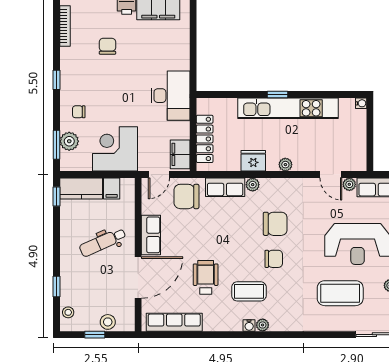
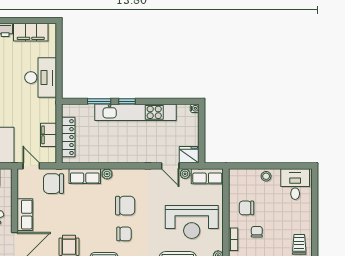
window: (243, 95) -> (99, 101), added
desk: (170, 96) -> (41, 78), moved
filing cabinet: (180, 154) -> (48, 135), moved
fridge: (253, 161) -> (189, 155), moved
plant: (285, 165) -> (133, 158), removed
door: (159, 175) -> (31, 166), swing flipped

